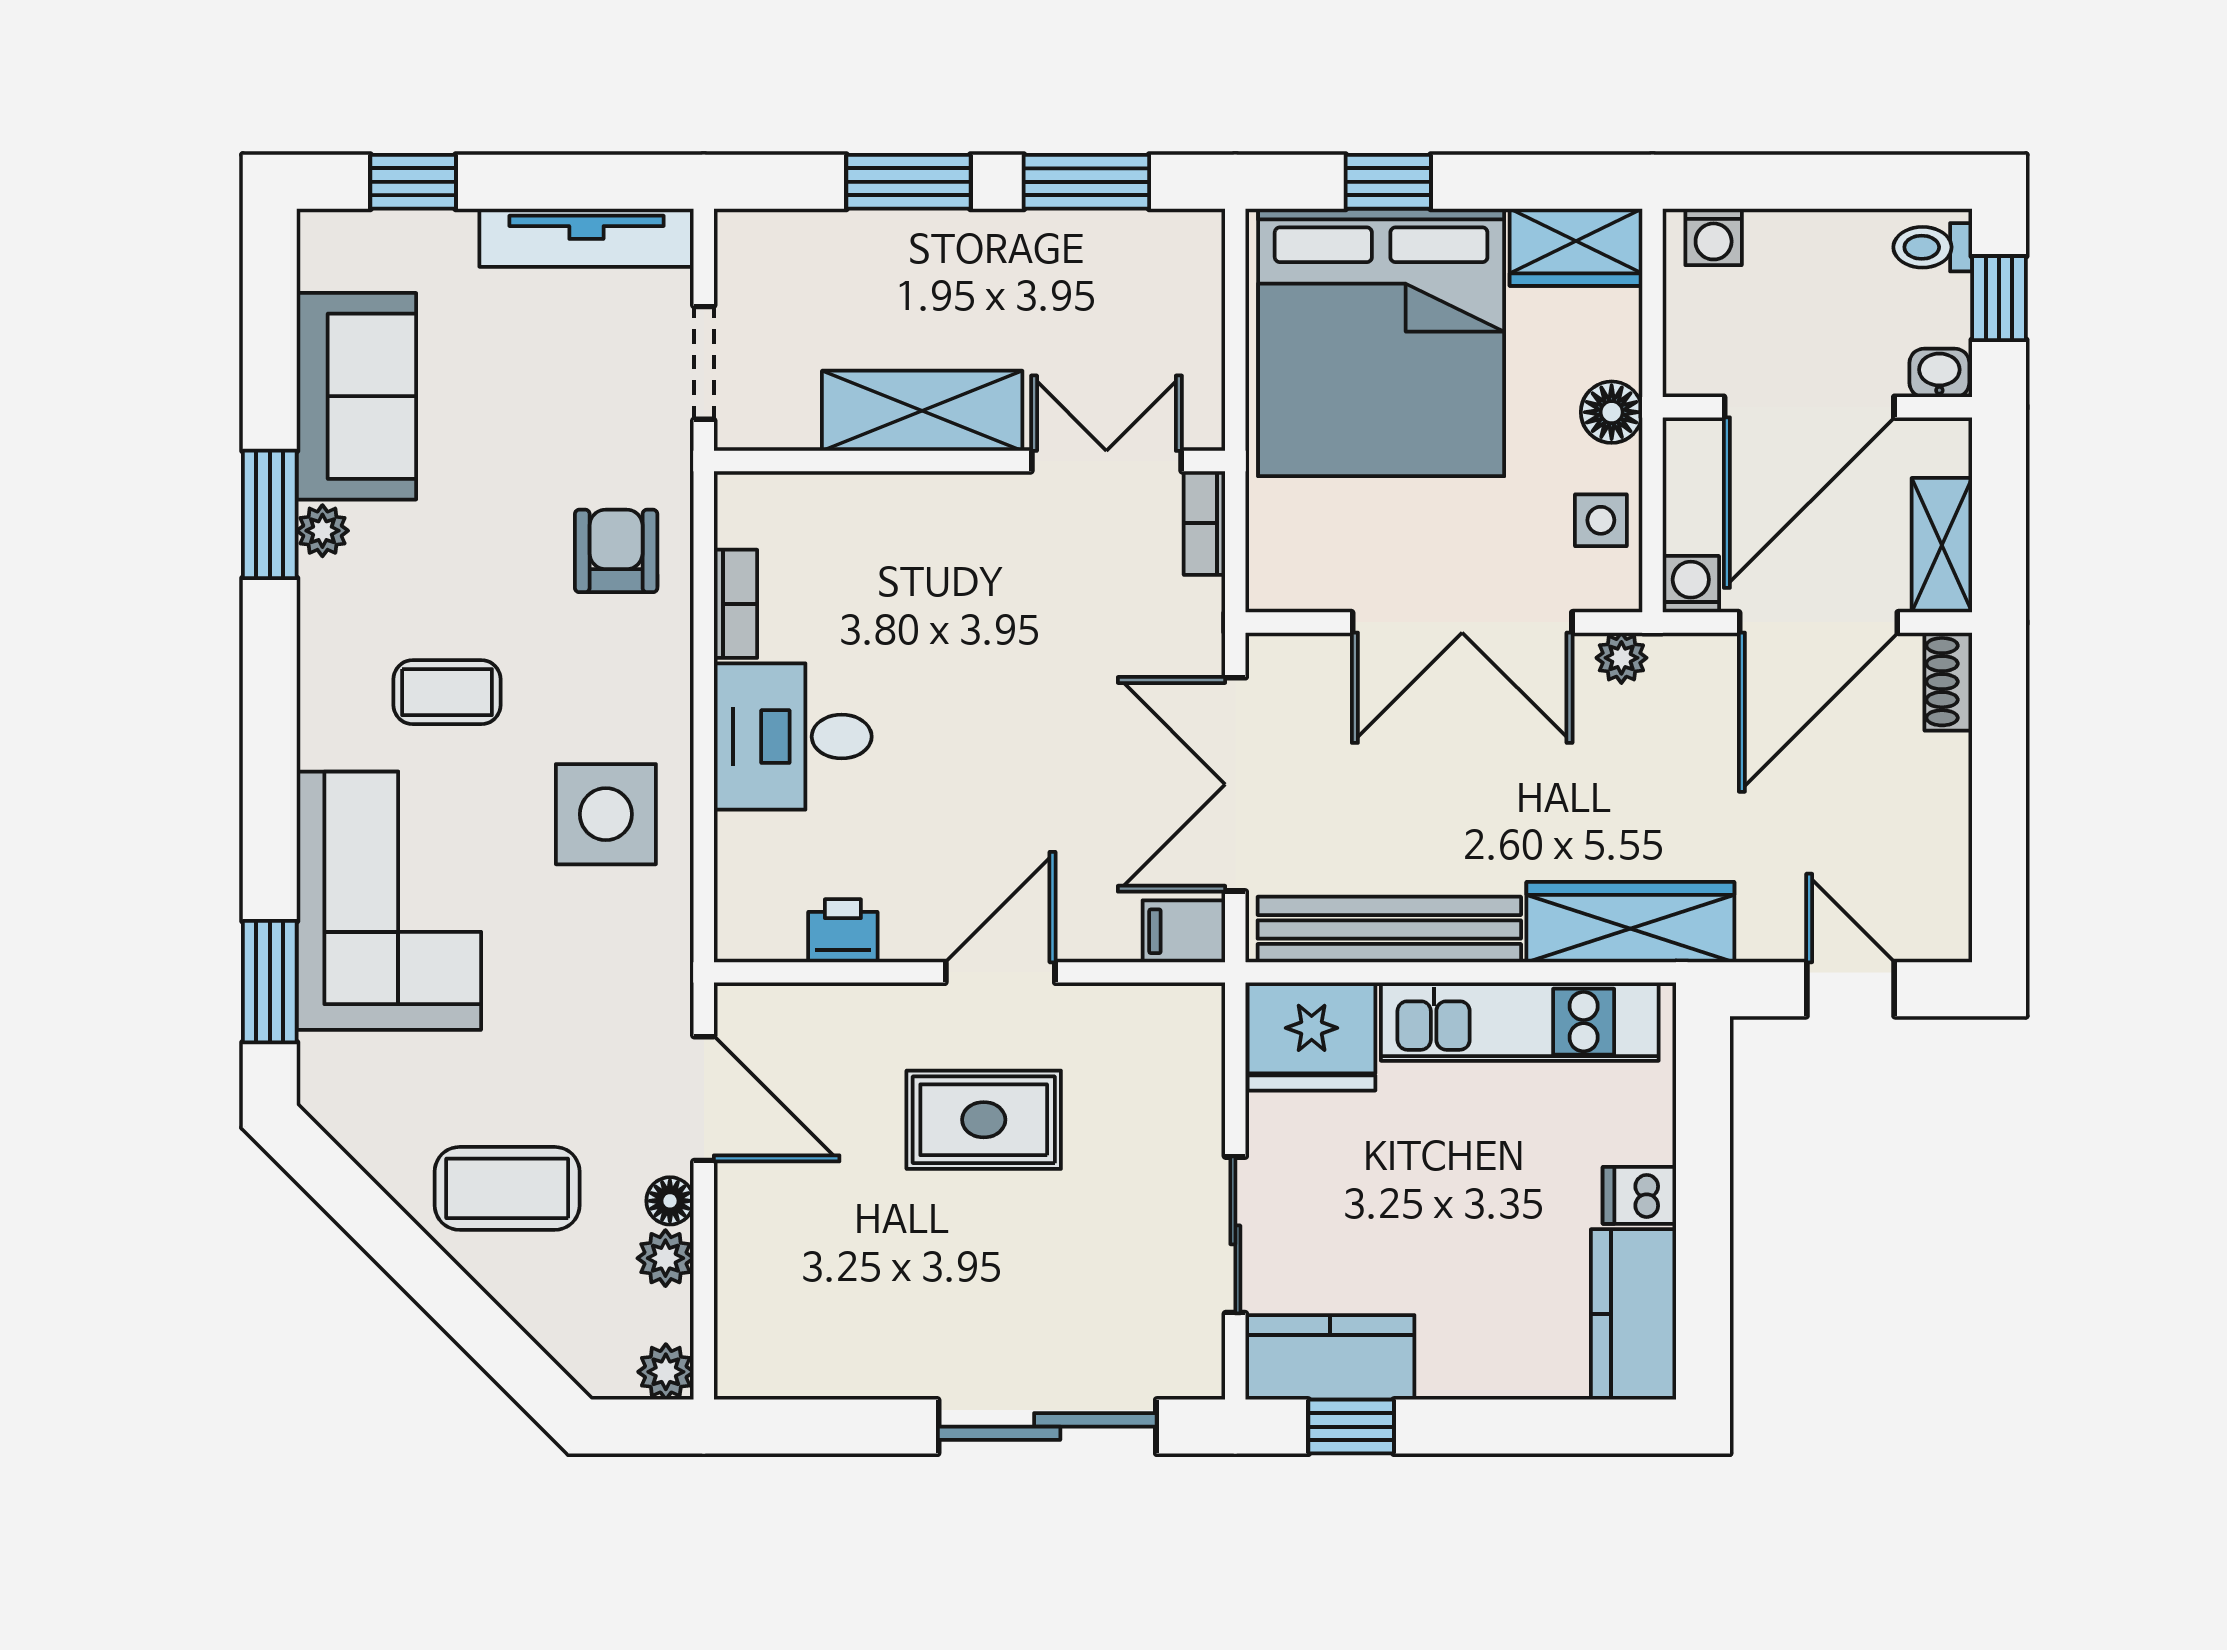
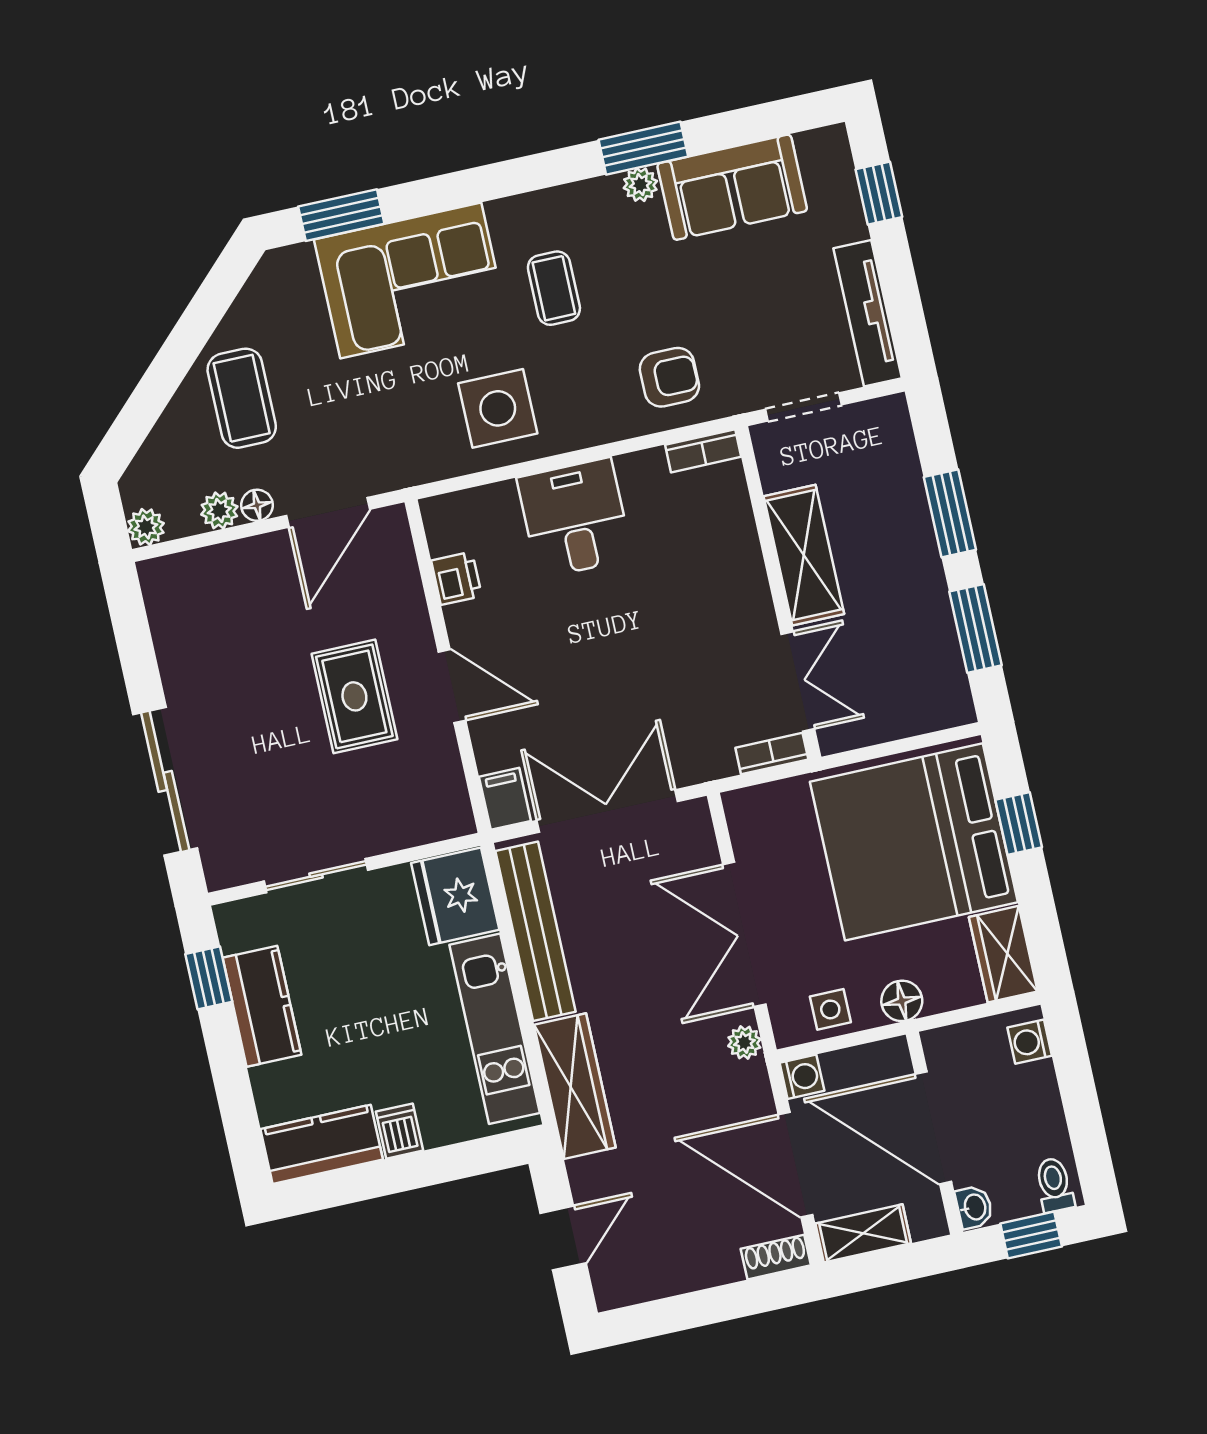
bookcase: (735, 604) -> (703, 451), moved
kitchen counter: (1330, 1357) -> (262, 1006), moved

